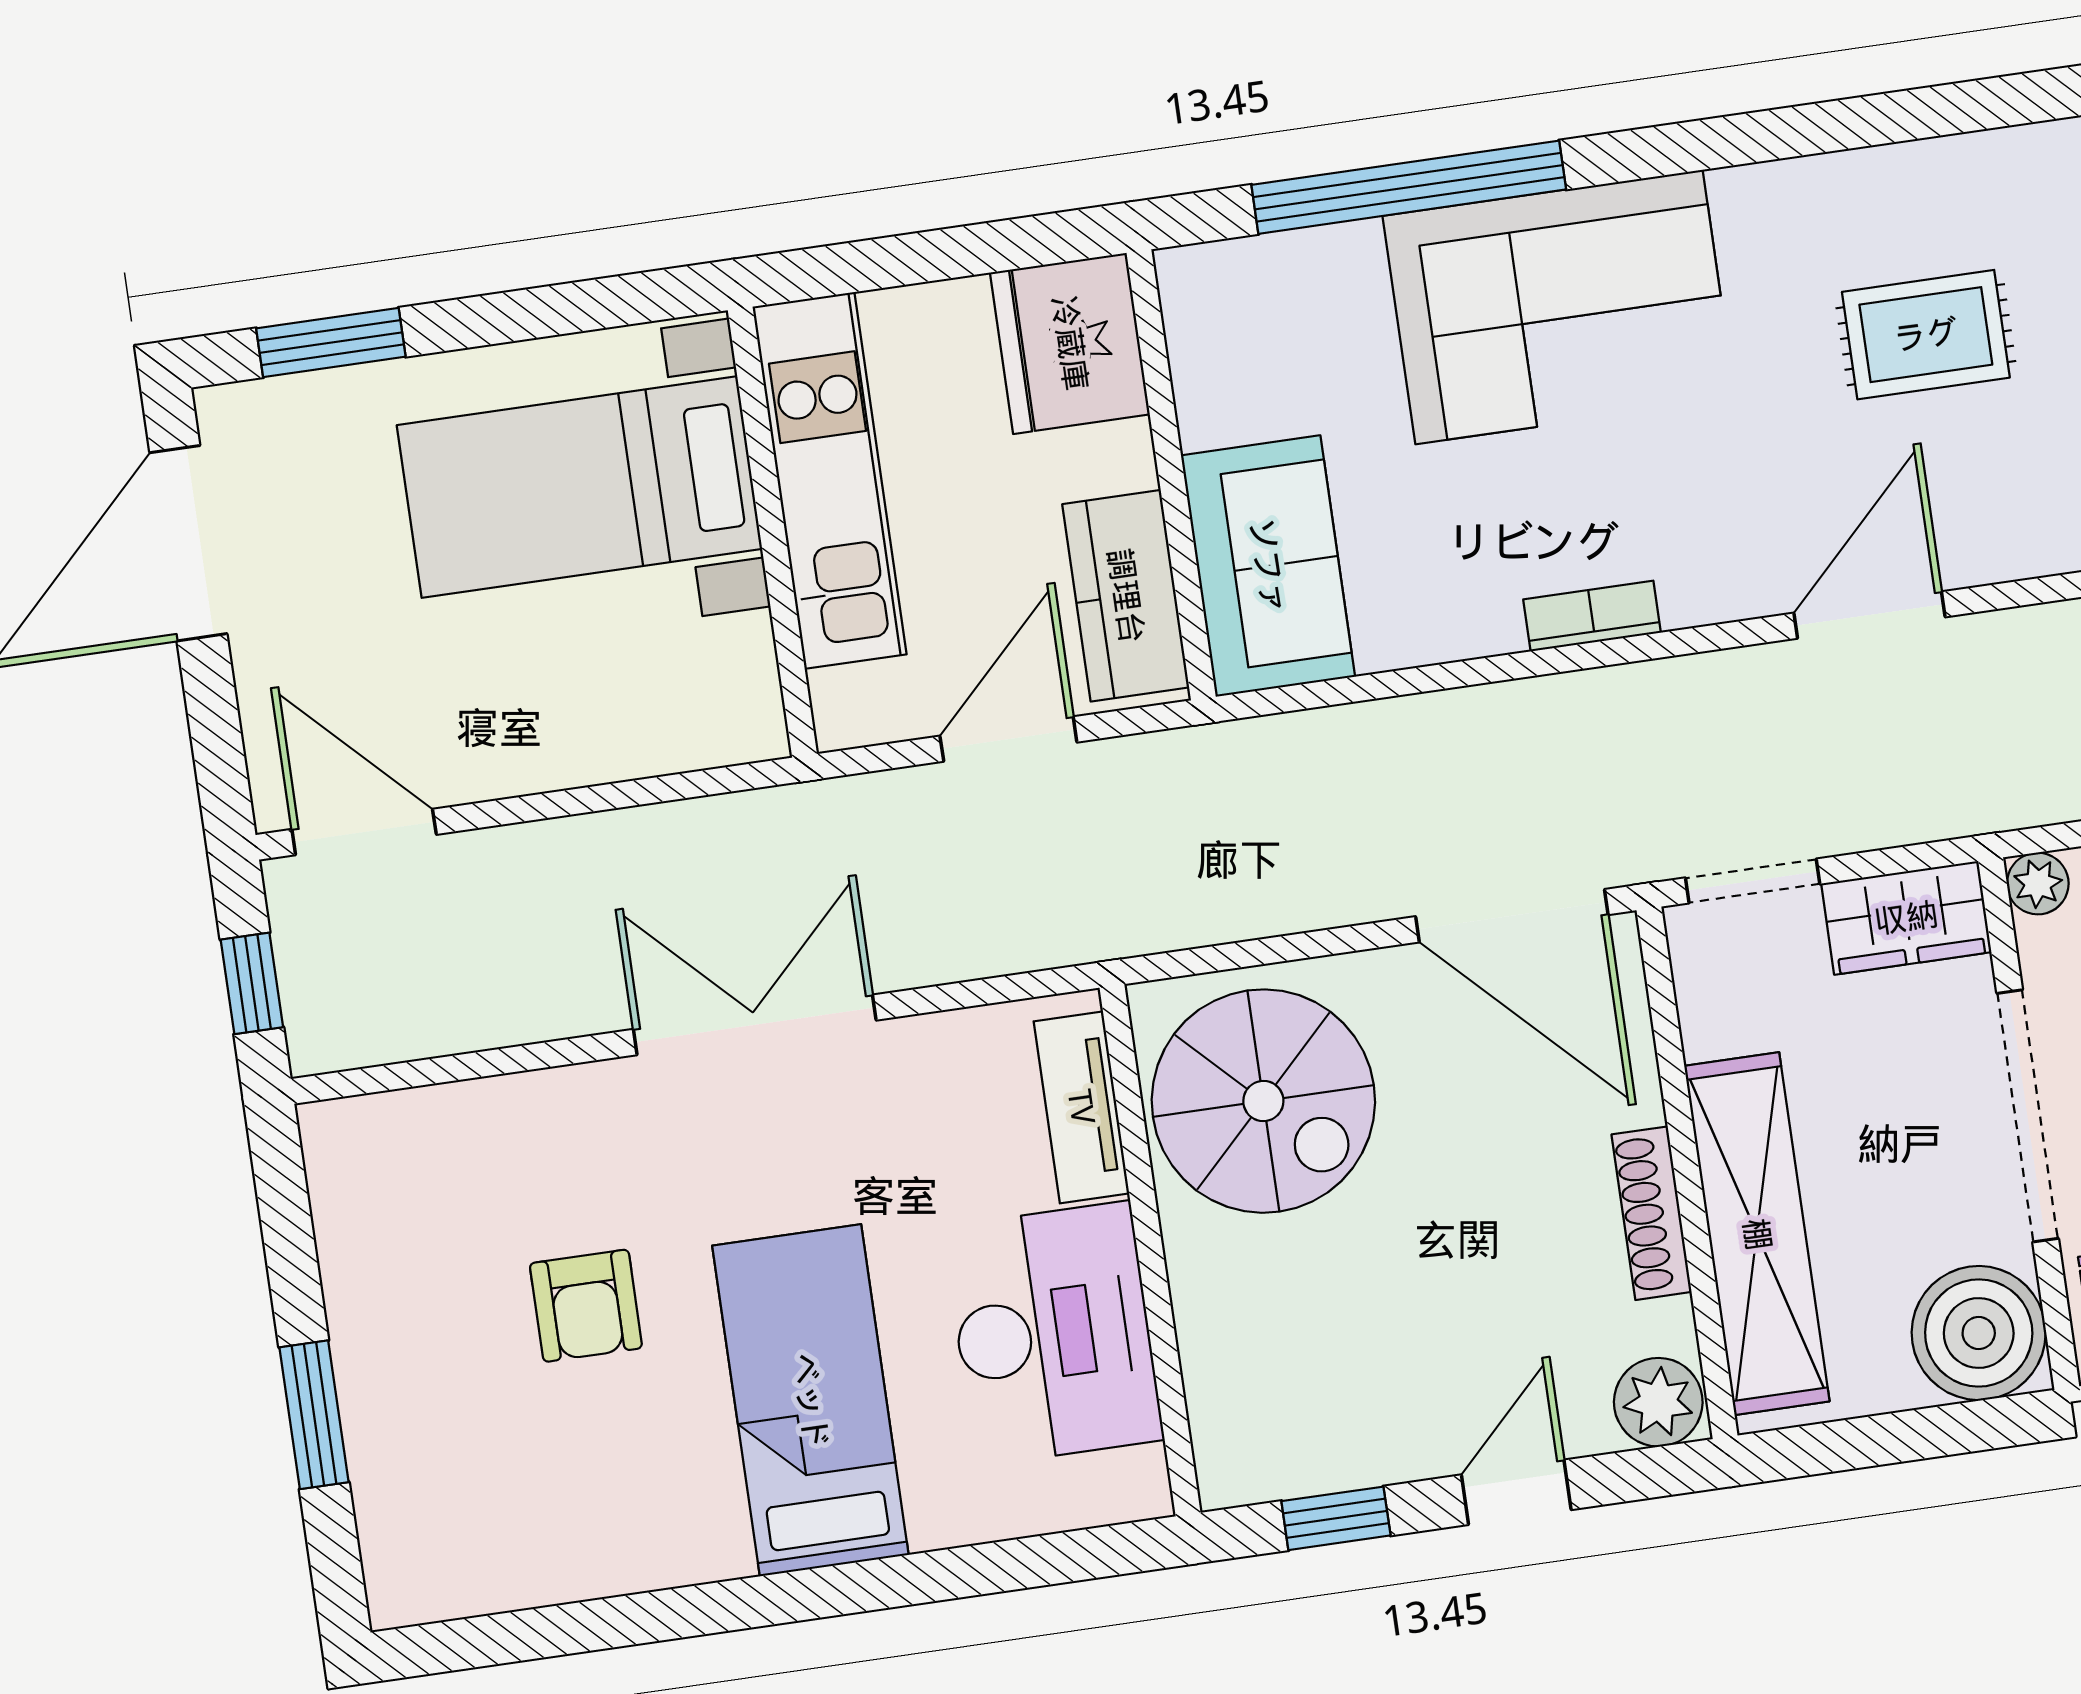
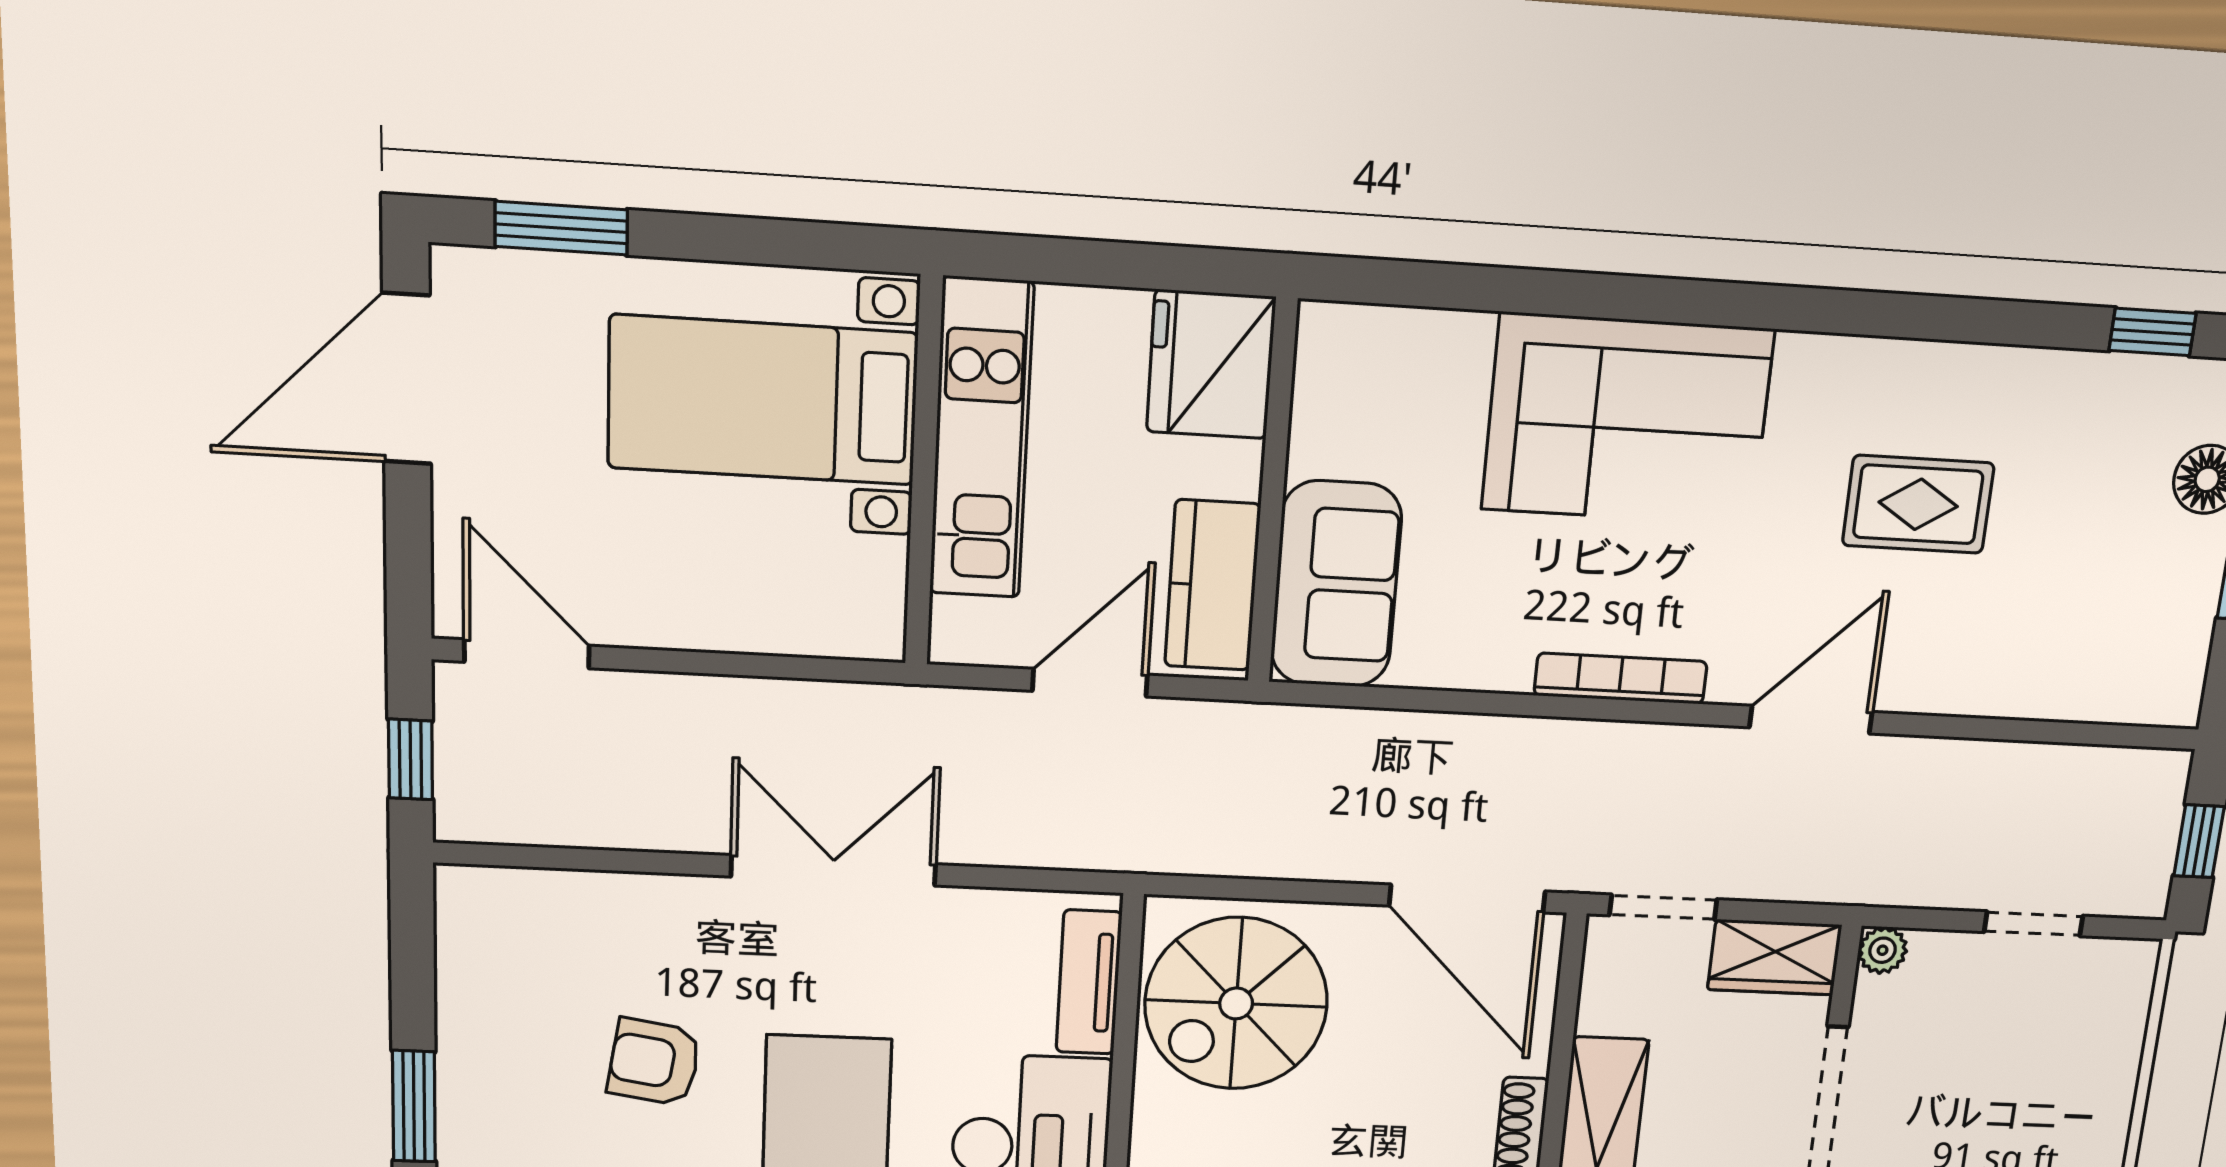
window: (1409, 187) -> (1528, 291), removed
bookcase: (1592, 616) -> (1621, 678), width x1.56
spiral stairs: (1263, 1101) -> (1236, 1003), turned 90
armchair: (586, 1306) -> (654, 1062), turned 99

